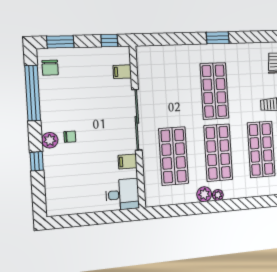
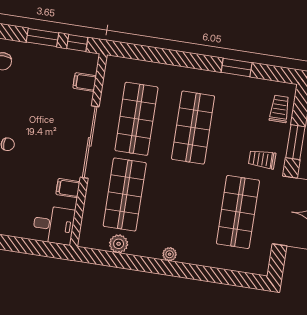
window: (218, 38) -> (237, 68), moved
window: (60, 42) -> (42, 38), moved
shop shelf: (218, 153) -> (136, 119), moved
plant: (204, 194) -> (119, 244), moved

